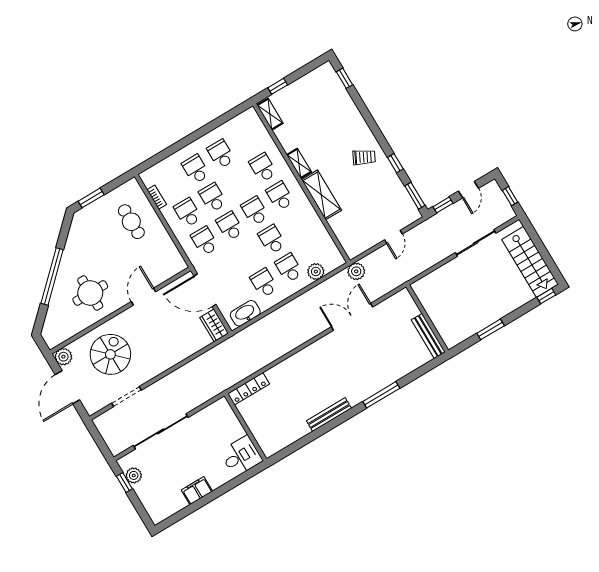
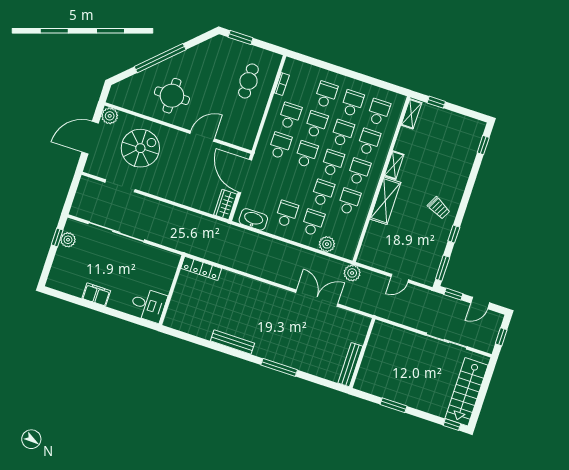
school desk: (246, 139) -> (379, 112), added
school desk: (238, 183) -> (342, 133), added
school desk: (297, 224) -> (349, 201), added

